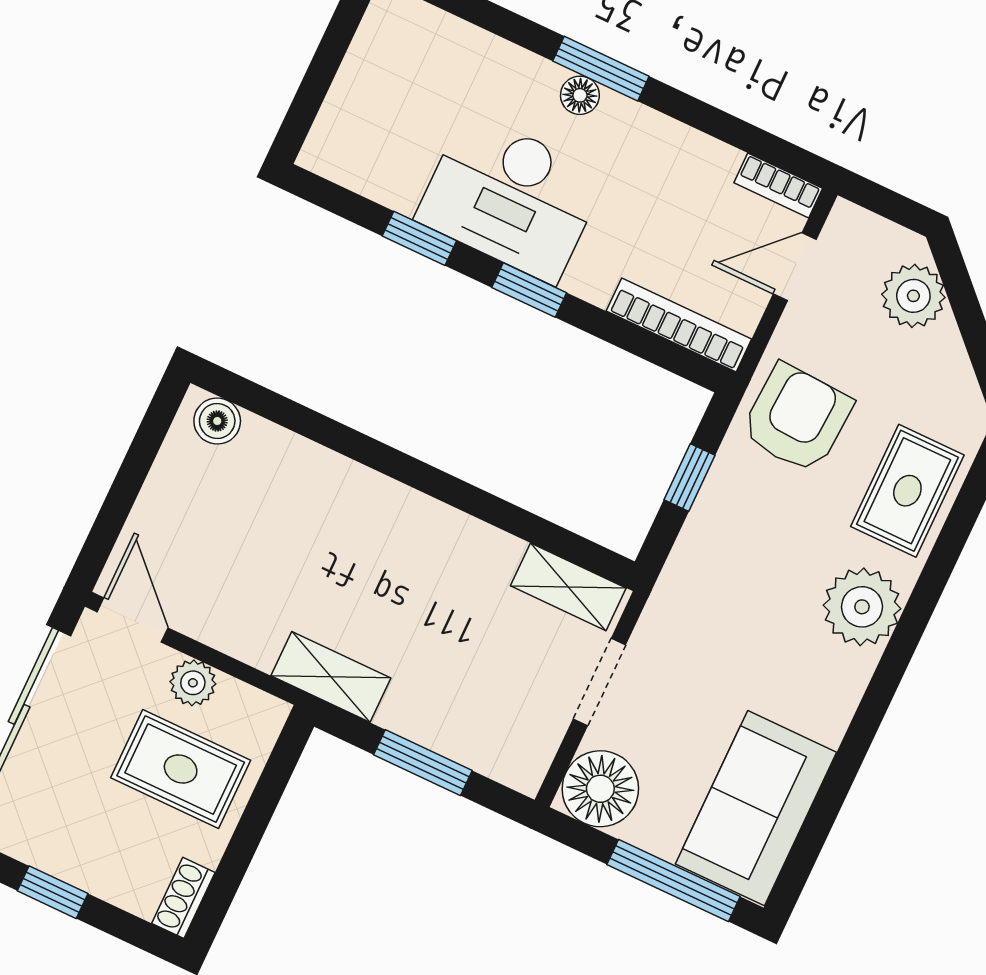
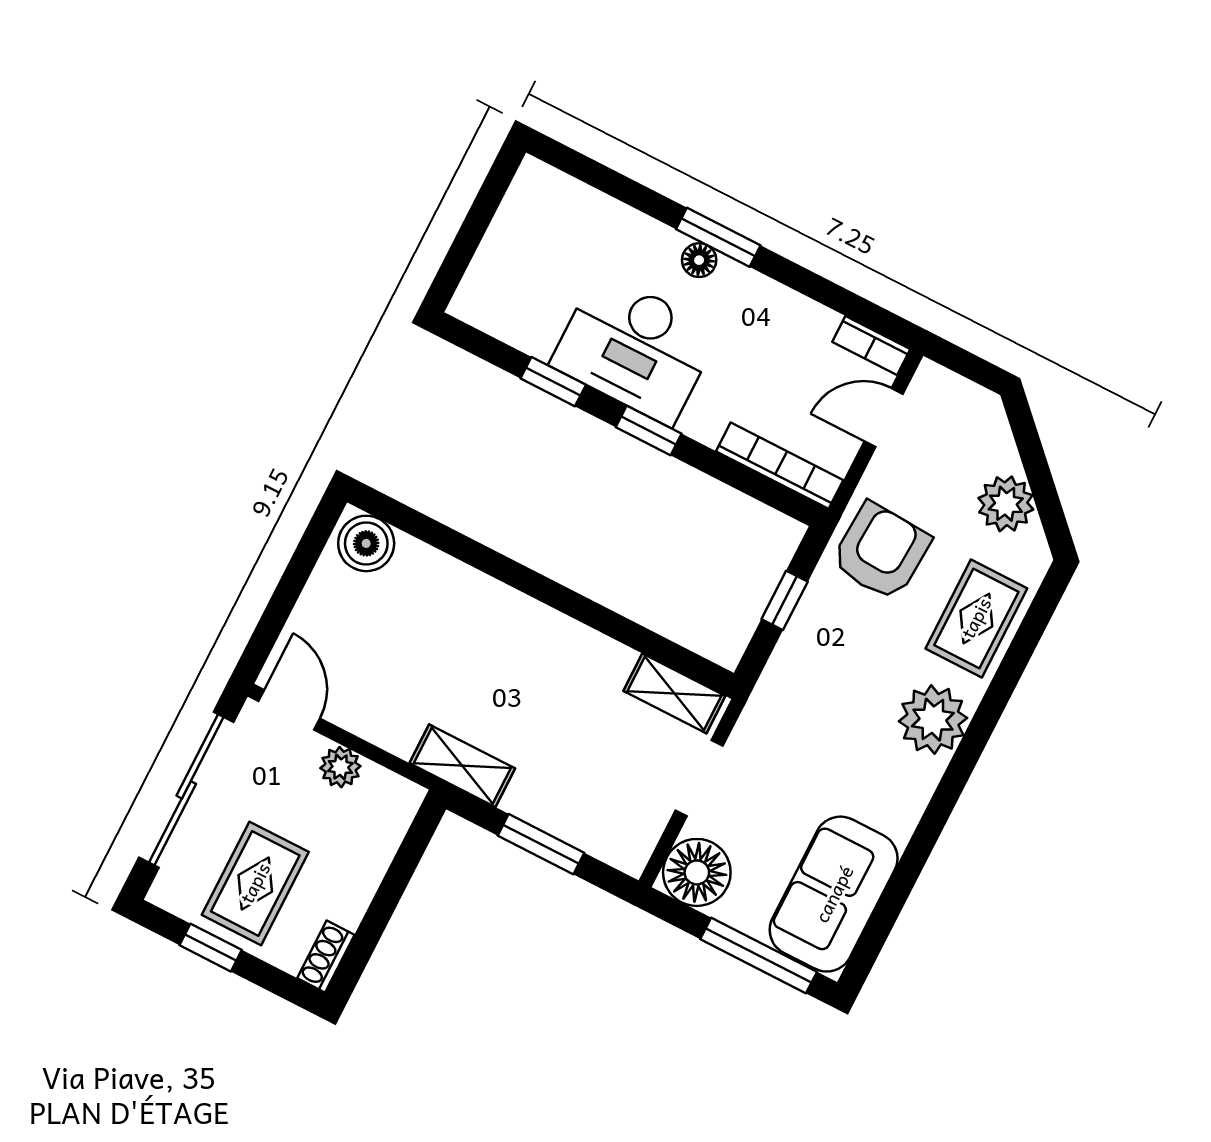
plant: (913, 296) -> (1006, 504), moved
boiler: (217, 421) -> (366, 543), width x1.36, depth x1.36
rug: (181, 769) -> (255, 883), moved, turned 90

